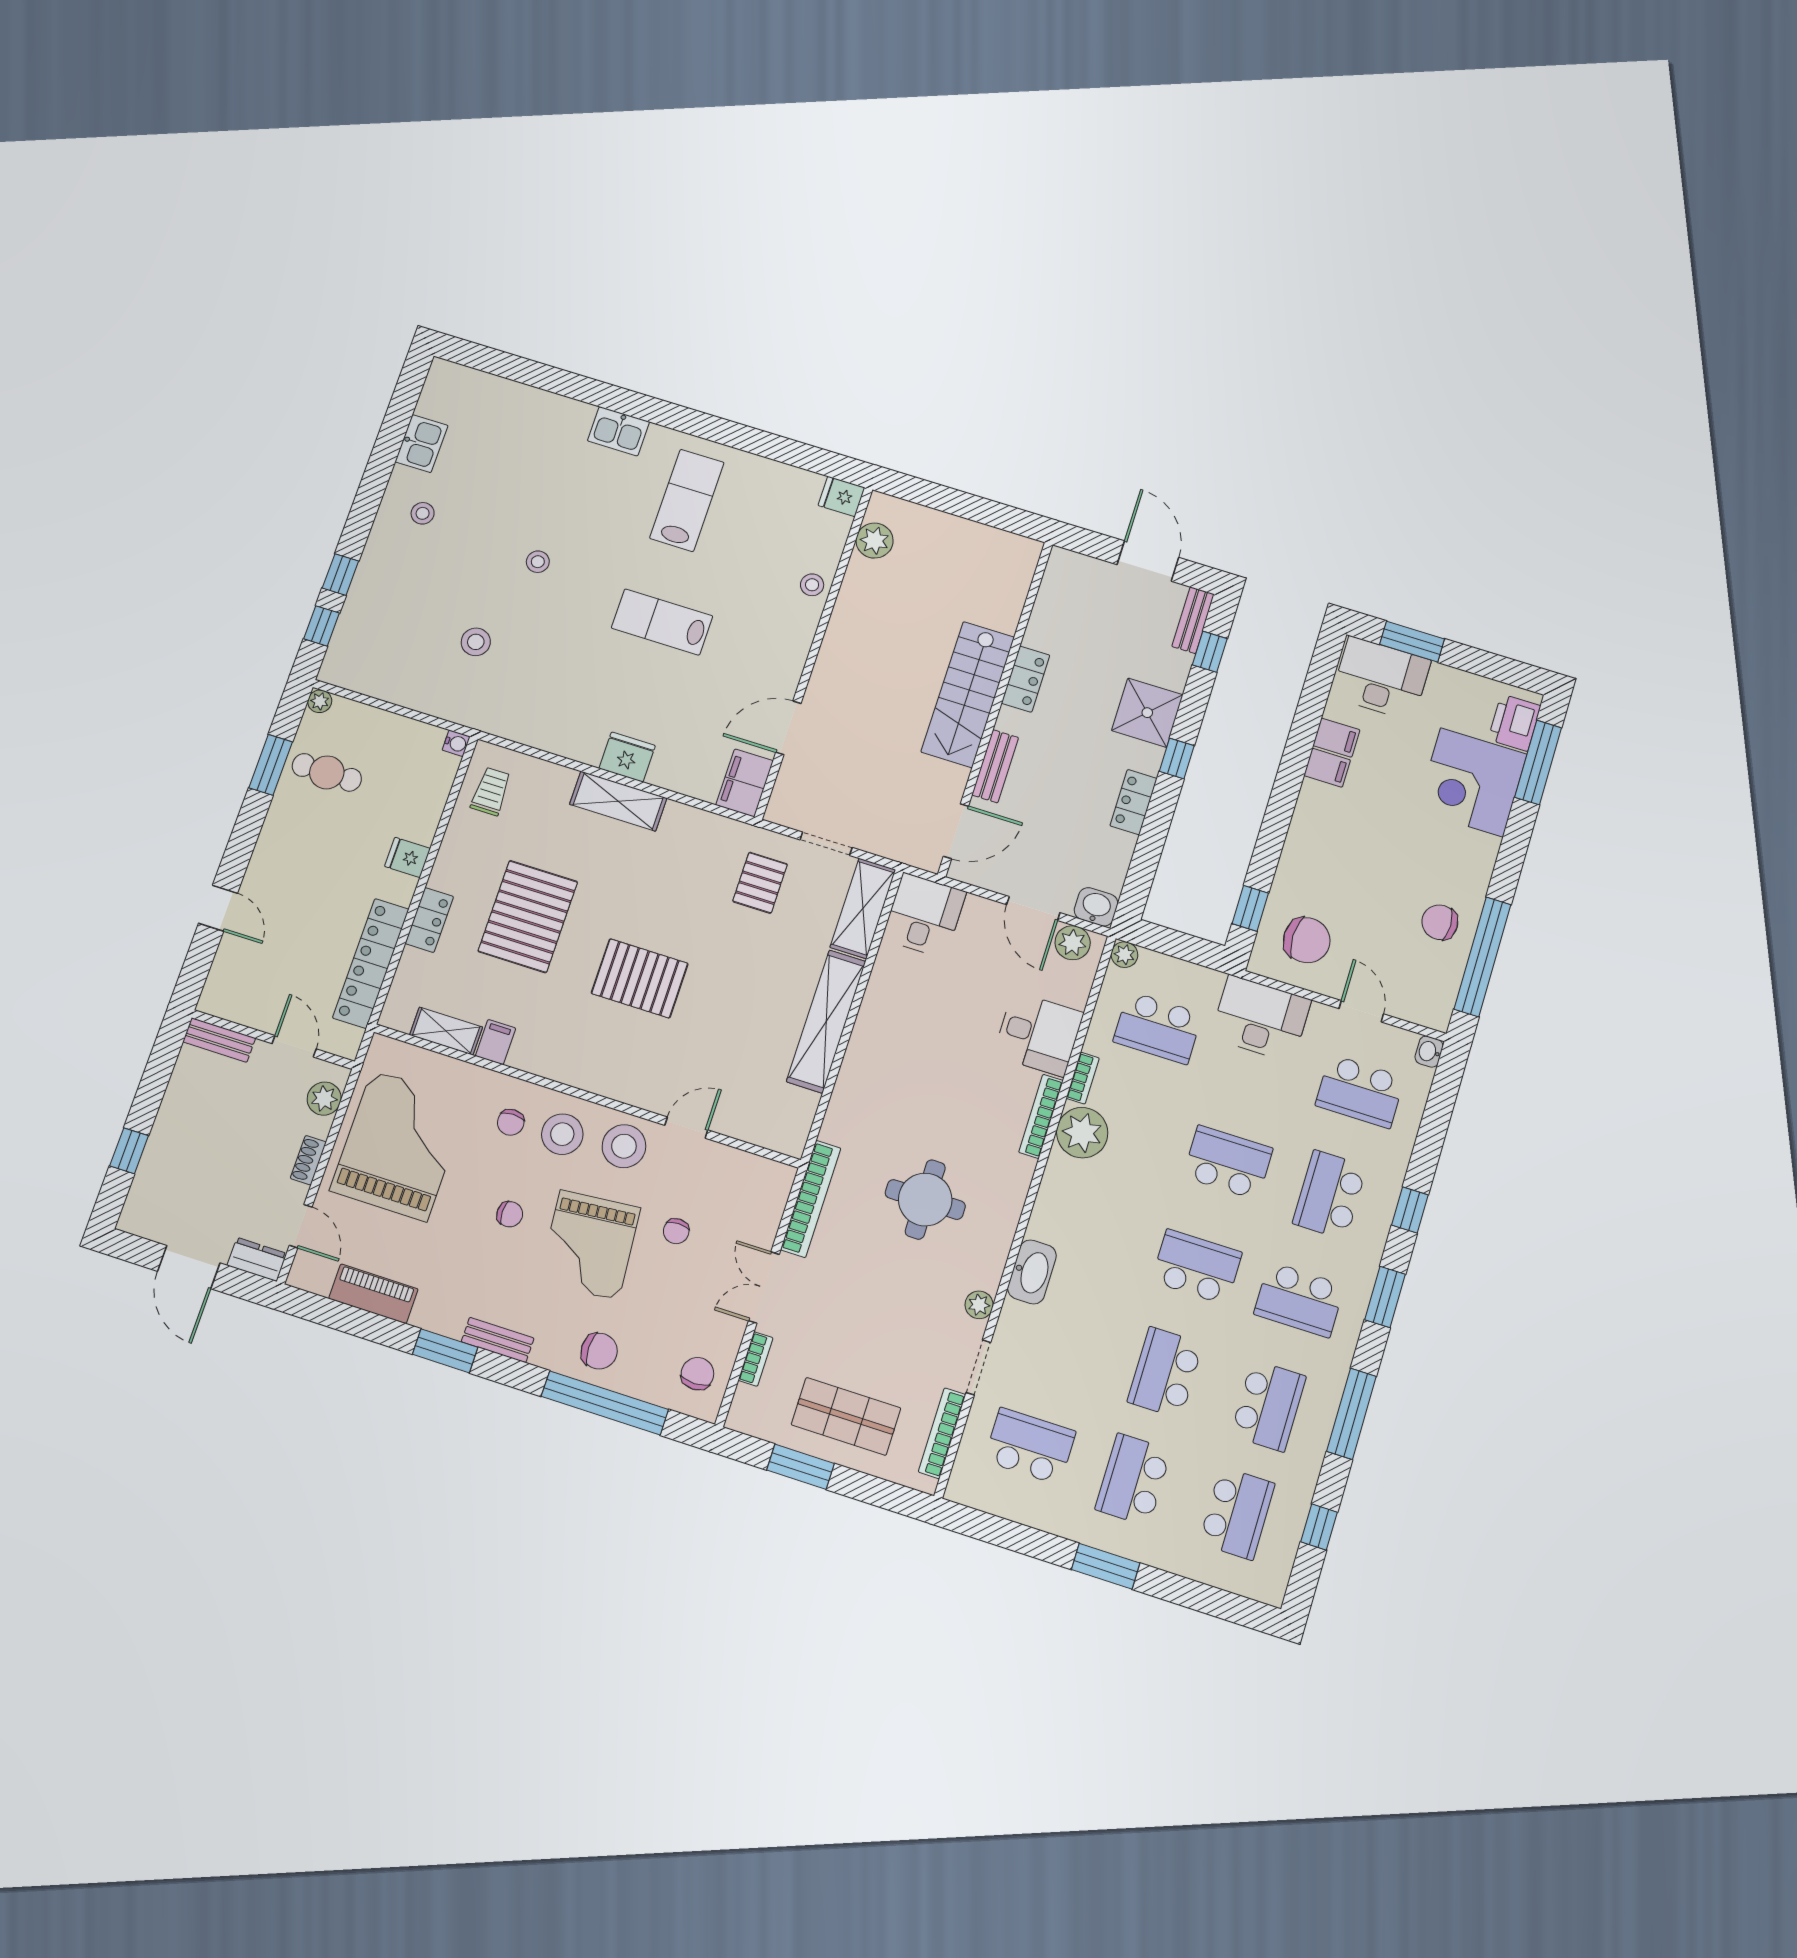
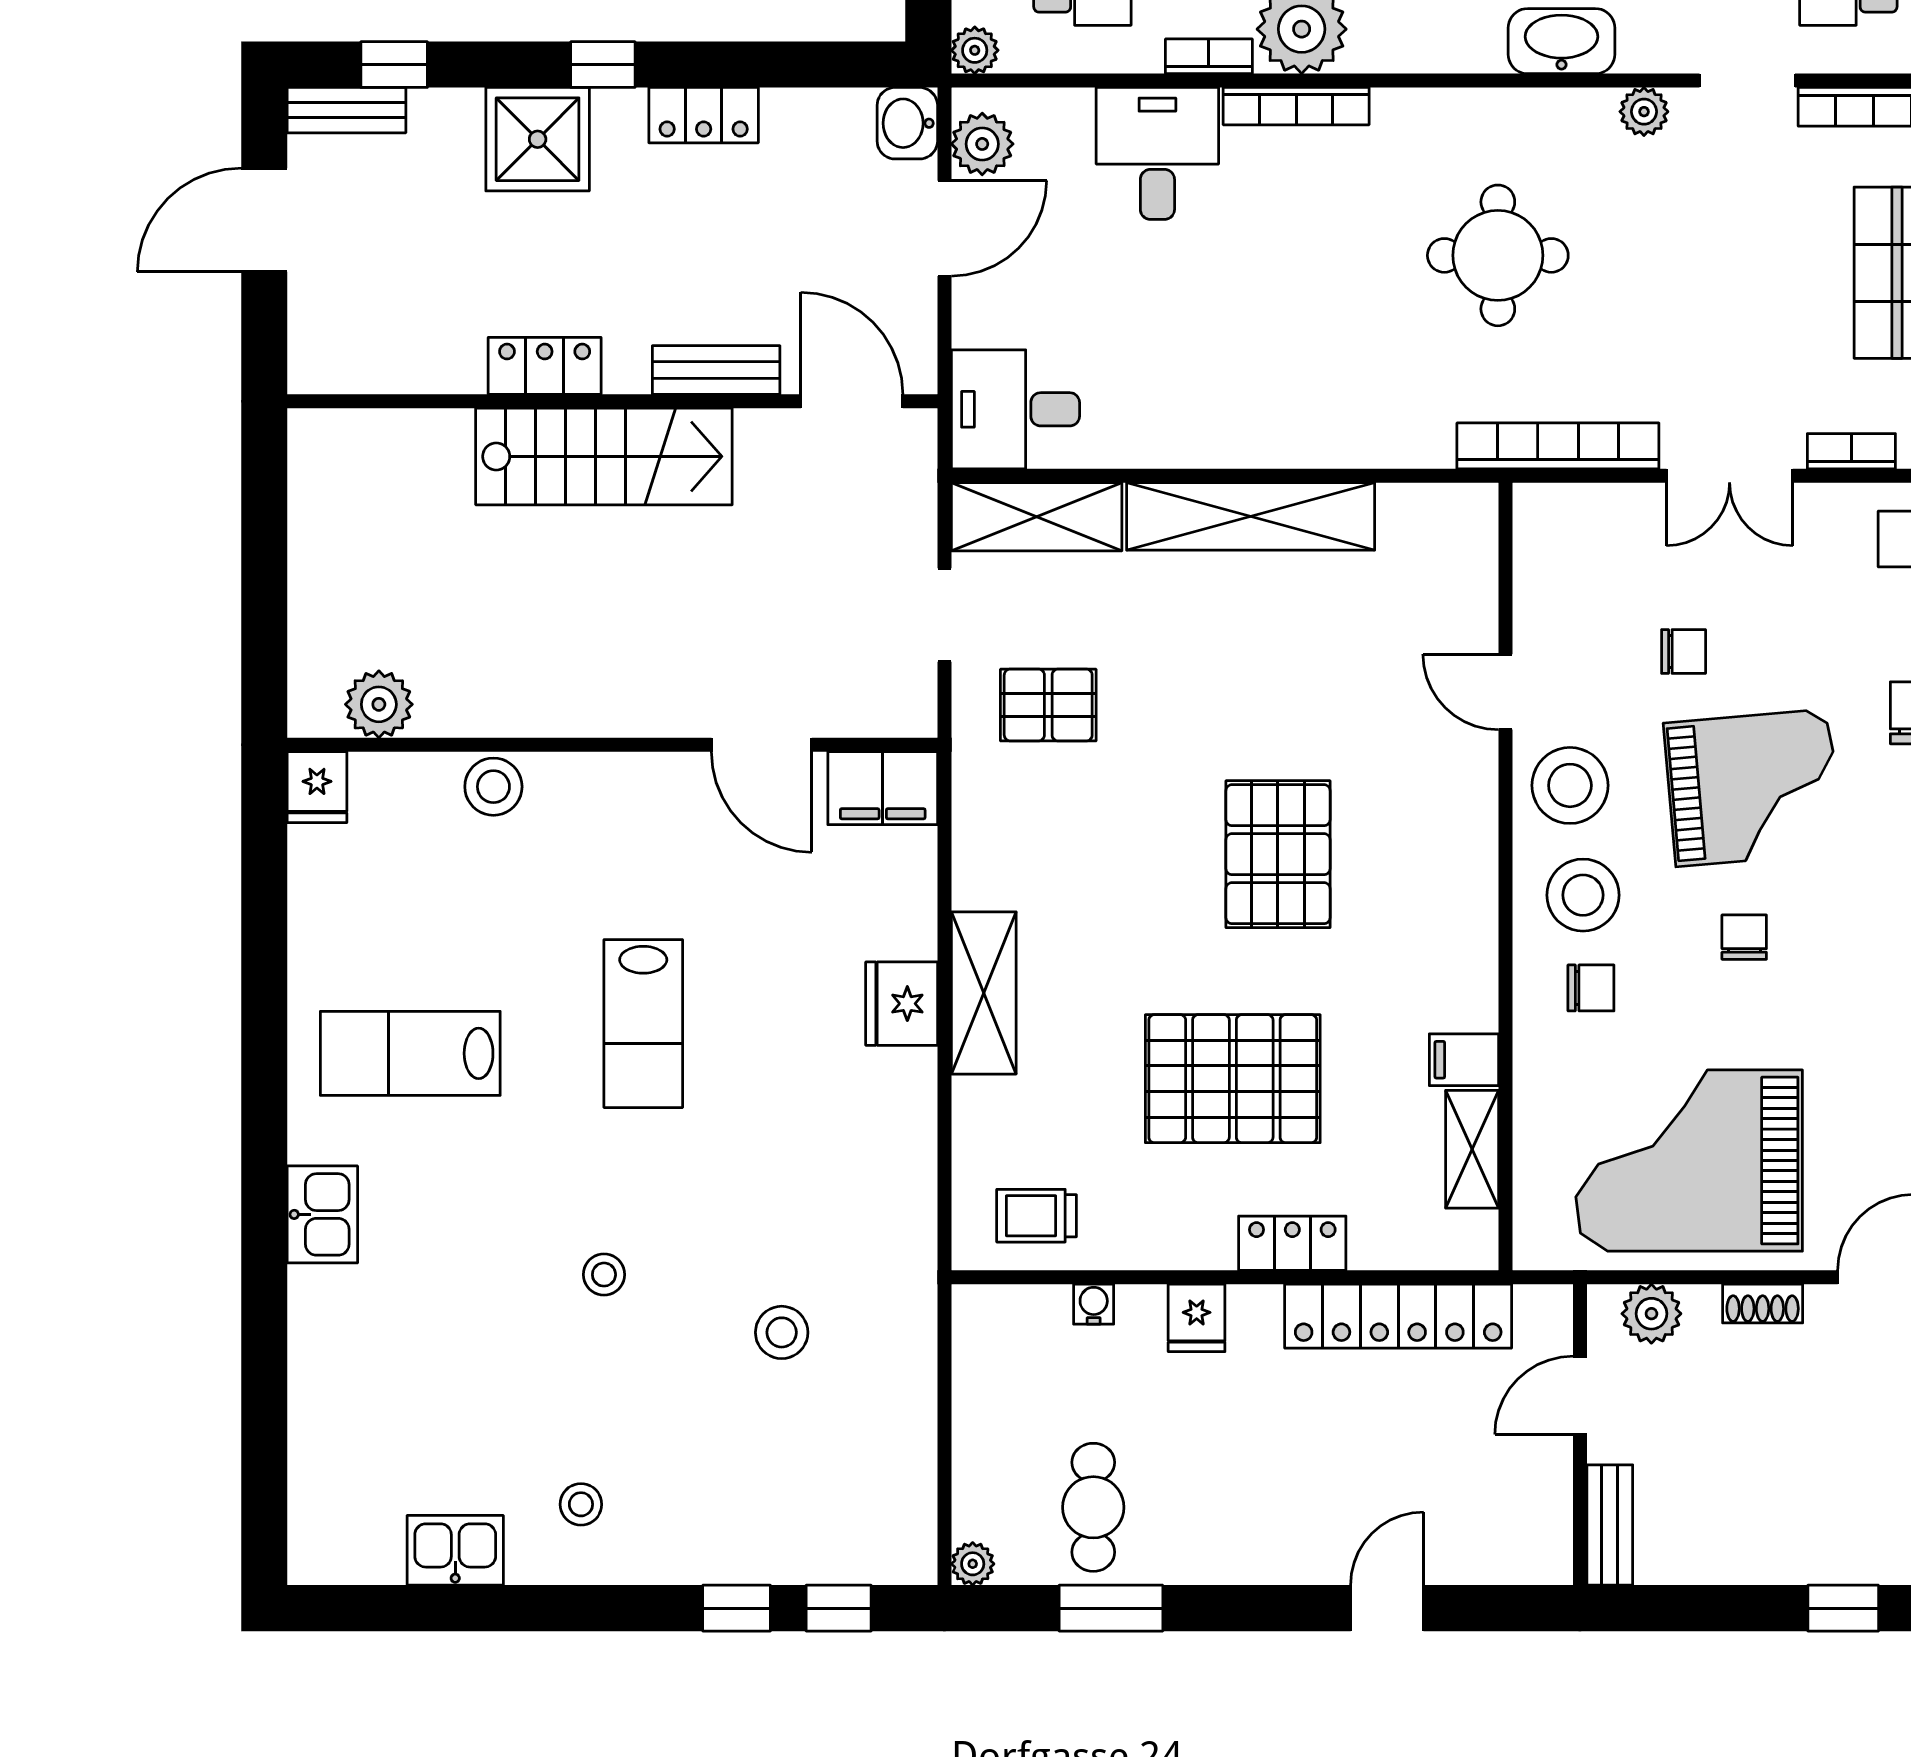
stool: (812, 585) -> (493, 787), width x1.37, depth x1.37
water cooler: (456, 743) -> (1094, 1304), moved

